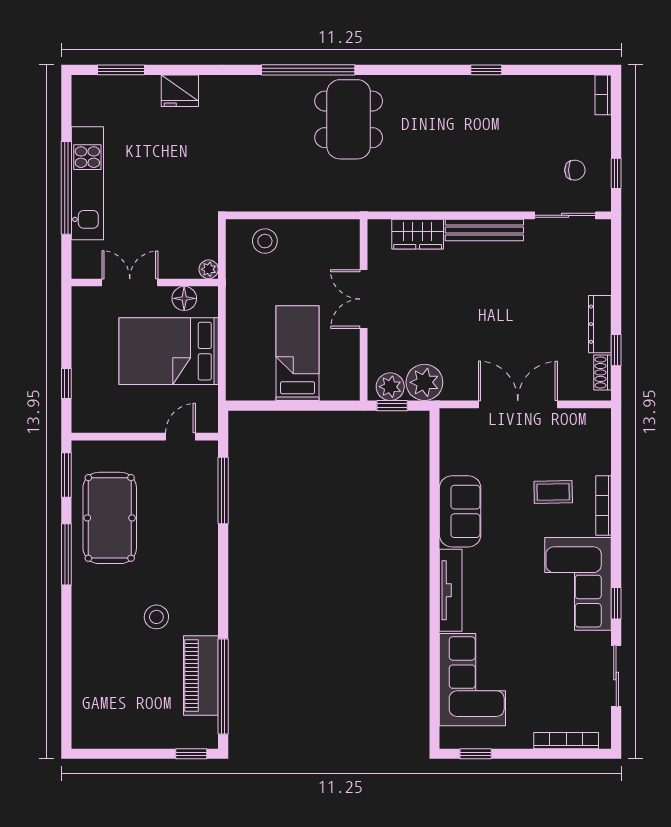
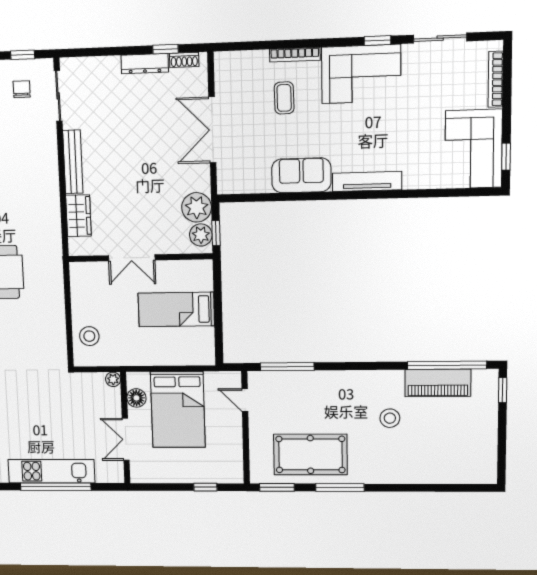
corner sofa: (472, 680) -> (474, 149), moved, turned -90

